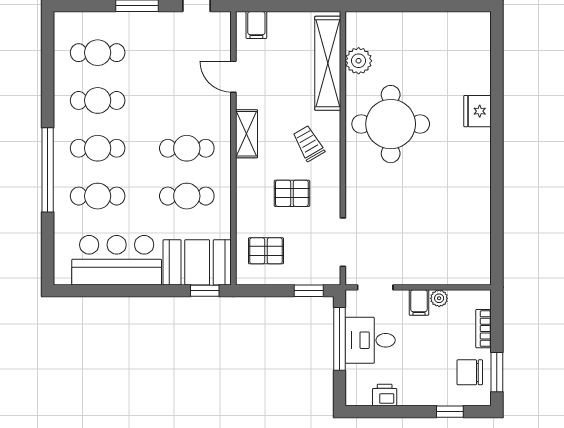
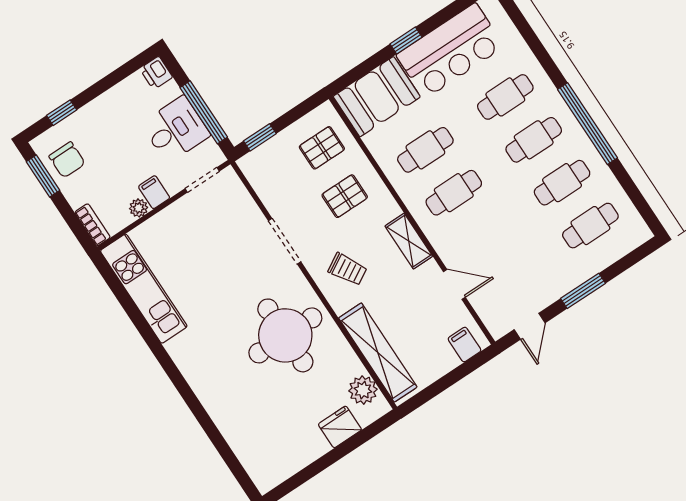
plant: (359, 61) -> (363, 390), moved
fridge: (478, 111) -> (340, 427), moved, turned -90
window: (48, 170) -> (588, 124), moved
pallet: (292, 193) -> (345, 196), moved
kitchen unit: (476, 233) -> (144, 289), added
doorway: (343, 242) -> (285, 241), moved
window: (205, 291) -> (406, 41), moved
bookcase: (483, 329) -> (93, 225), moved
chair: (470, 372) -> (67, 160), turned 90
printer: (385, 395) -> (156, 73), moved, turned 90

